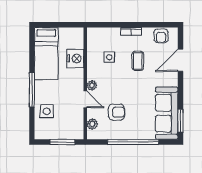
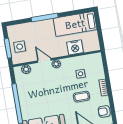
door: (85, 99) -> (44, 60), swing flipped
side table: (47, 111) -> (20, 47), moved
armchair: (116, 112) -> (39, 87), removed

